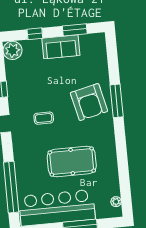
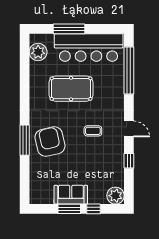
window: (75, 30) -> (69, 209), moved
plant: (116, 202) -> (38, 52), width x1.88, depth x1.88

